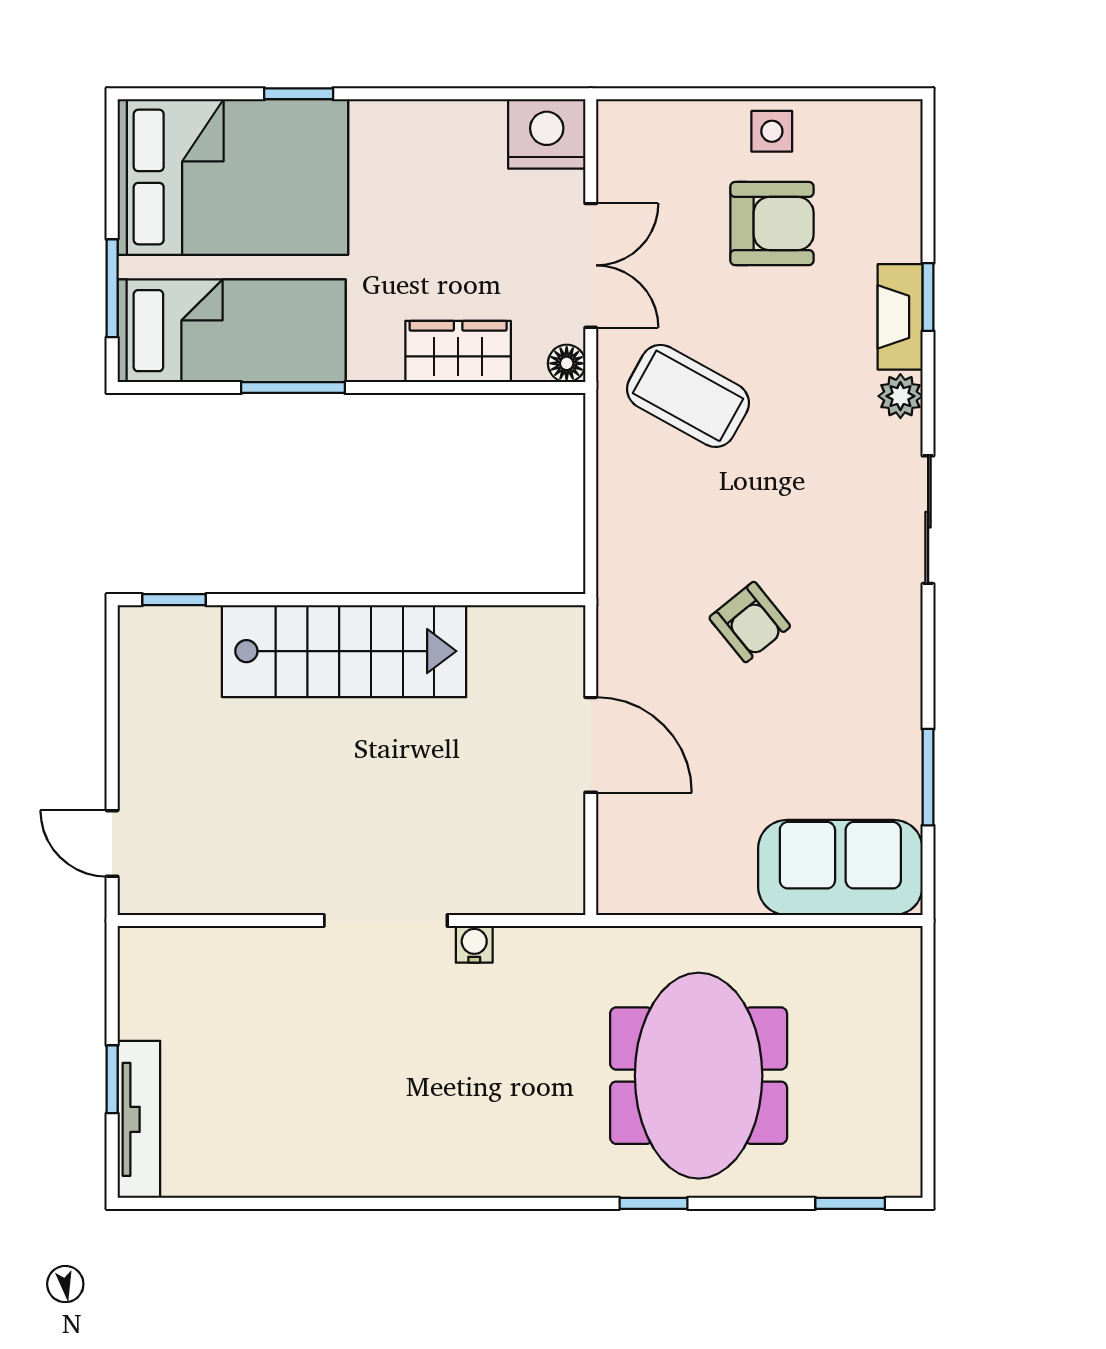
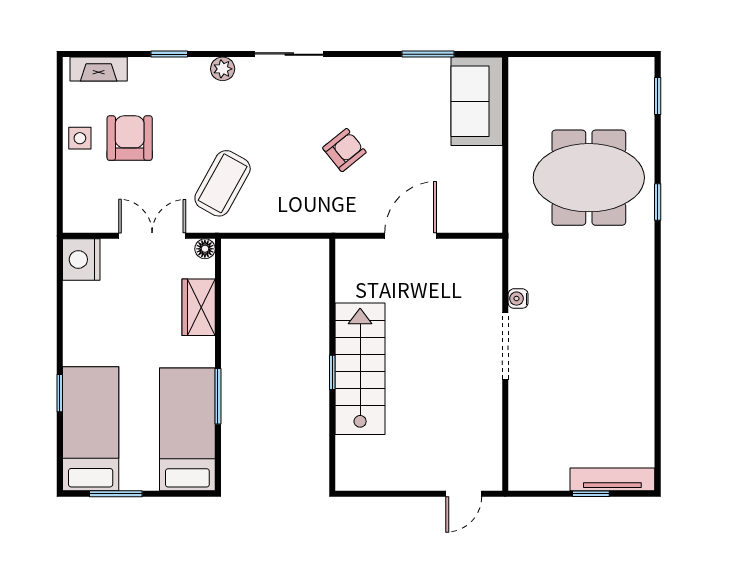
bed: (233, 177) -> (91, 429), width x0.67
window: (112, 288) -> (116, 494), moved
fireplace: (900, 317) -> (99, 69), moved
window: (174, 600) -> (332, 372), moved

